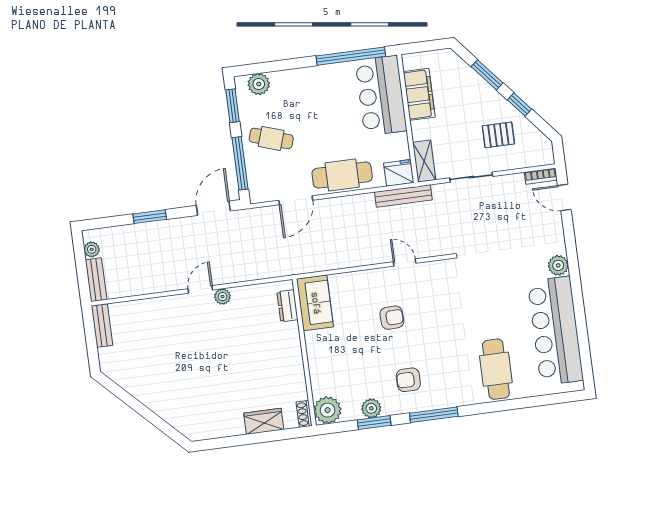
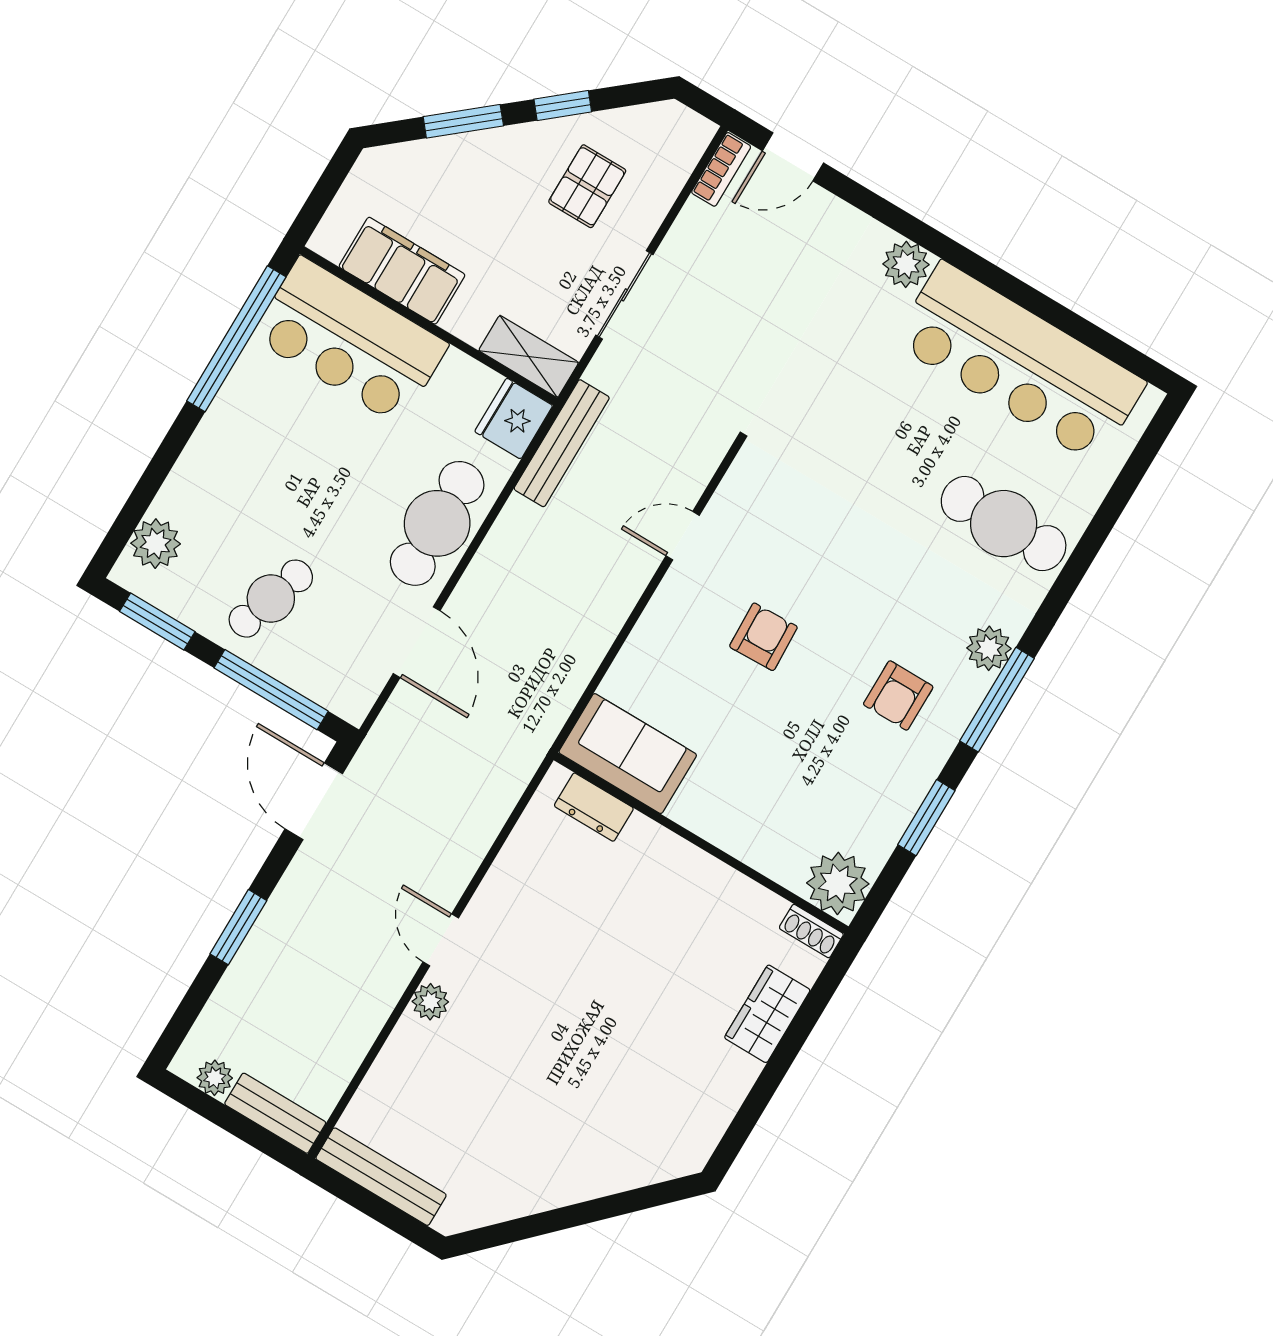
plant: (222, 297) -> (430, 1002), moved
bench: (102, 326) -> (381, 1177), width x1.36
plant: (371, 408) -> (989, 648), moved

